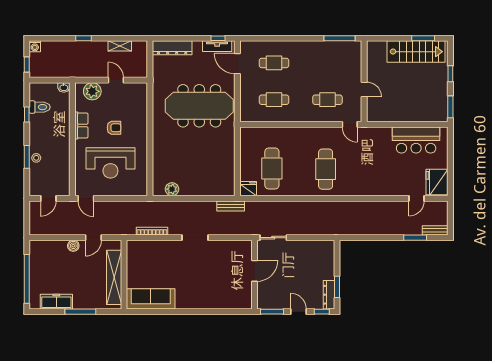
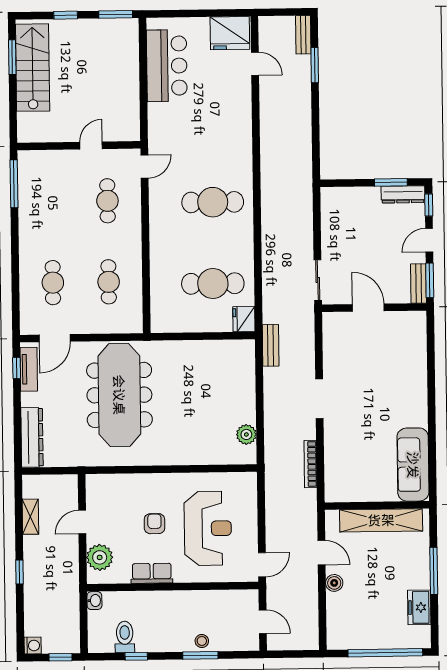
freezer: (56, 302) -> (419, 607), width x0.71
bench: (270, 304) -> (418, 284), added

